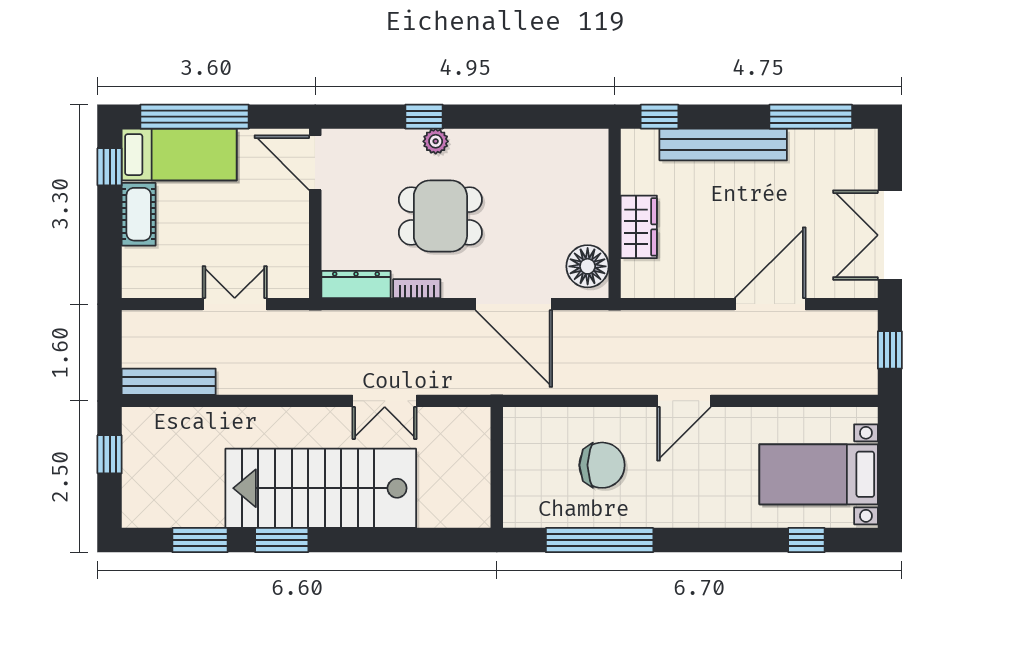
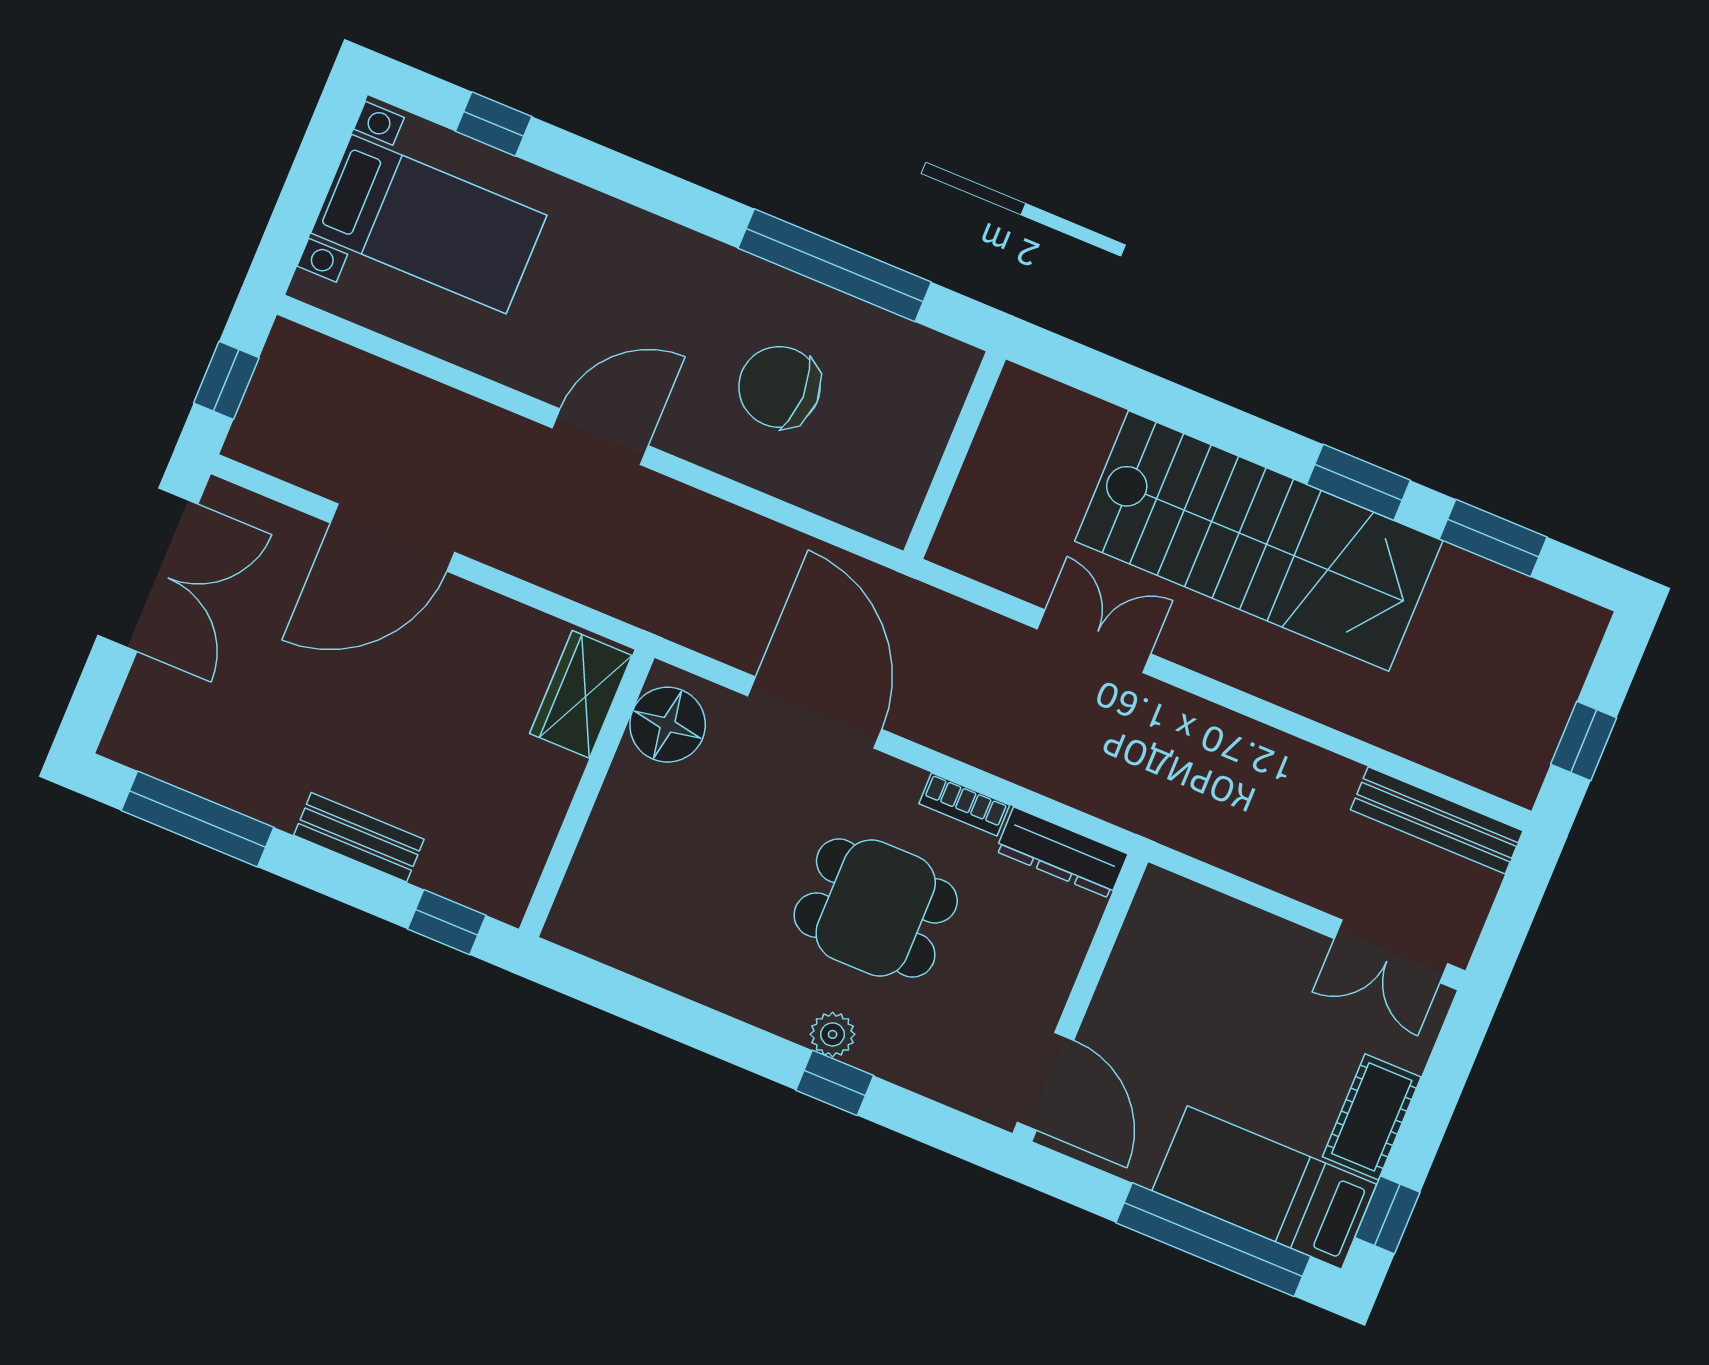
bench: (723, 145) -> (359, 837), width x0.54, depth x0.82
wardrobe: (639, 227) -> (581, 694), moved
double door: (235, 304) -> (1391, 951), moved

